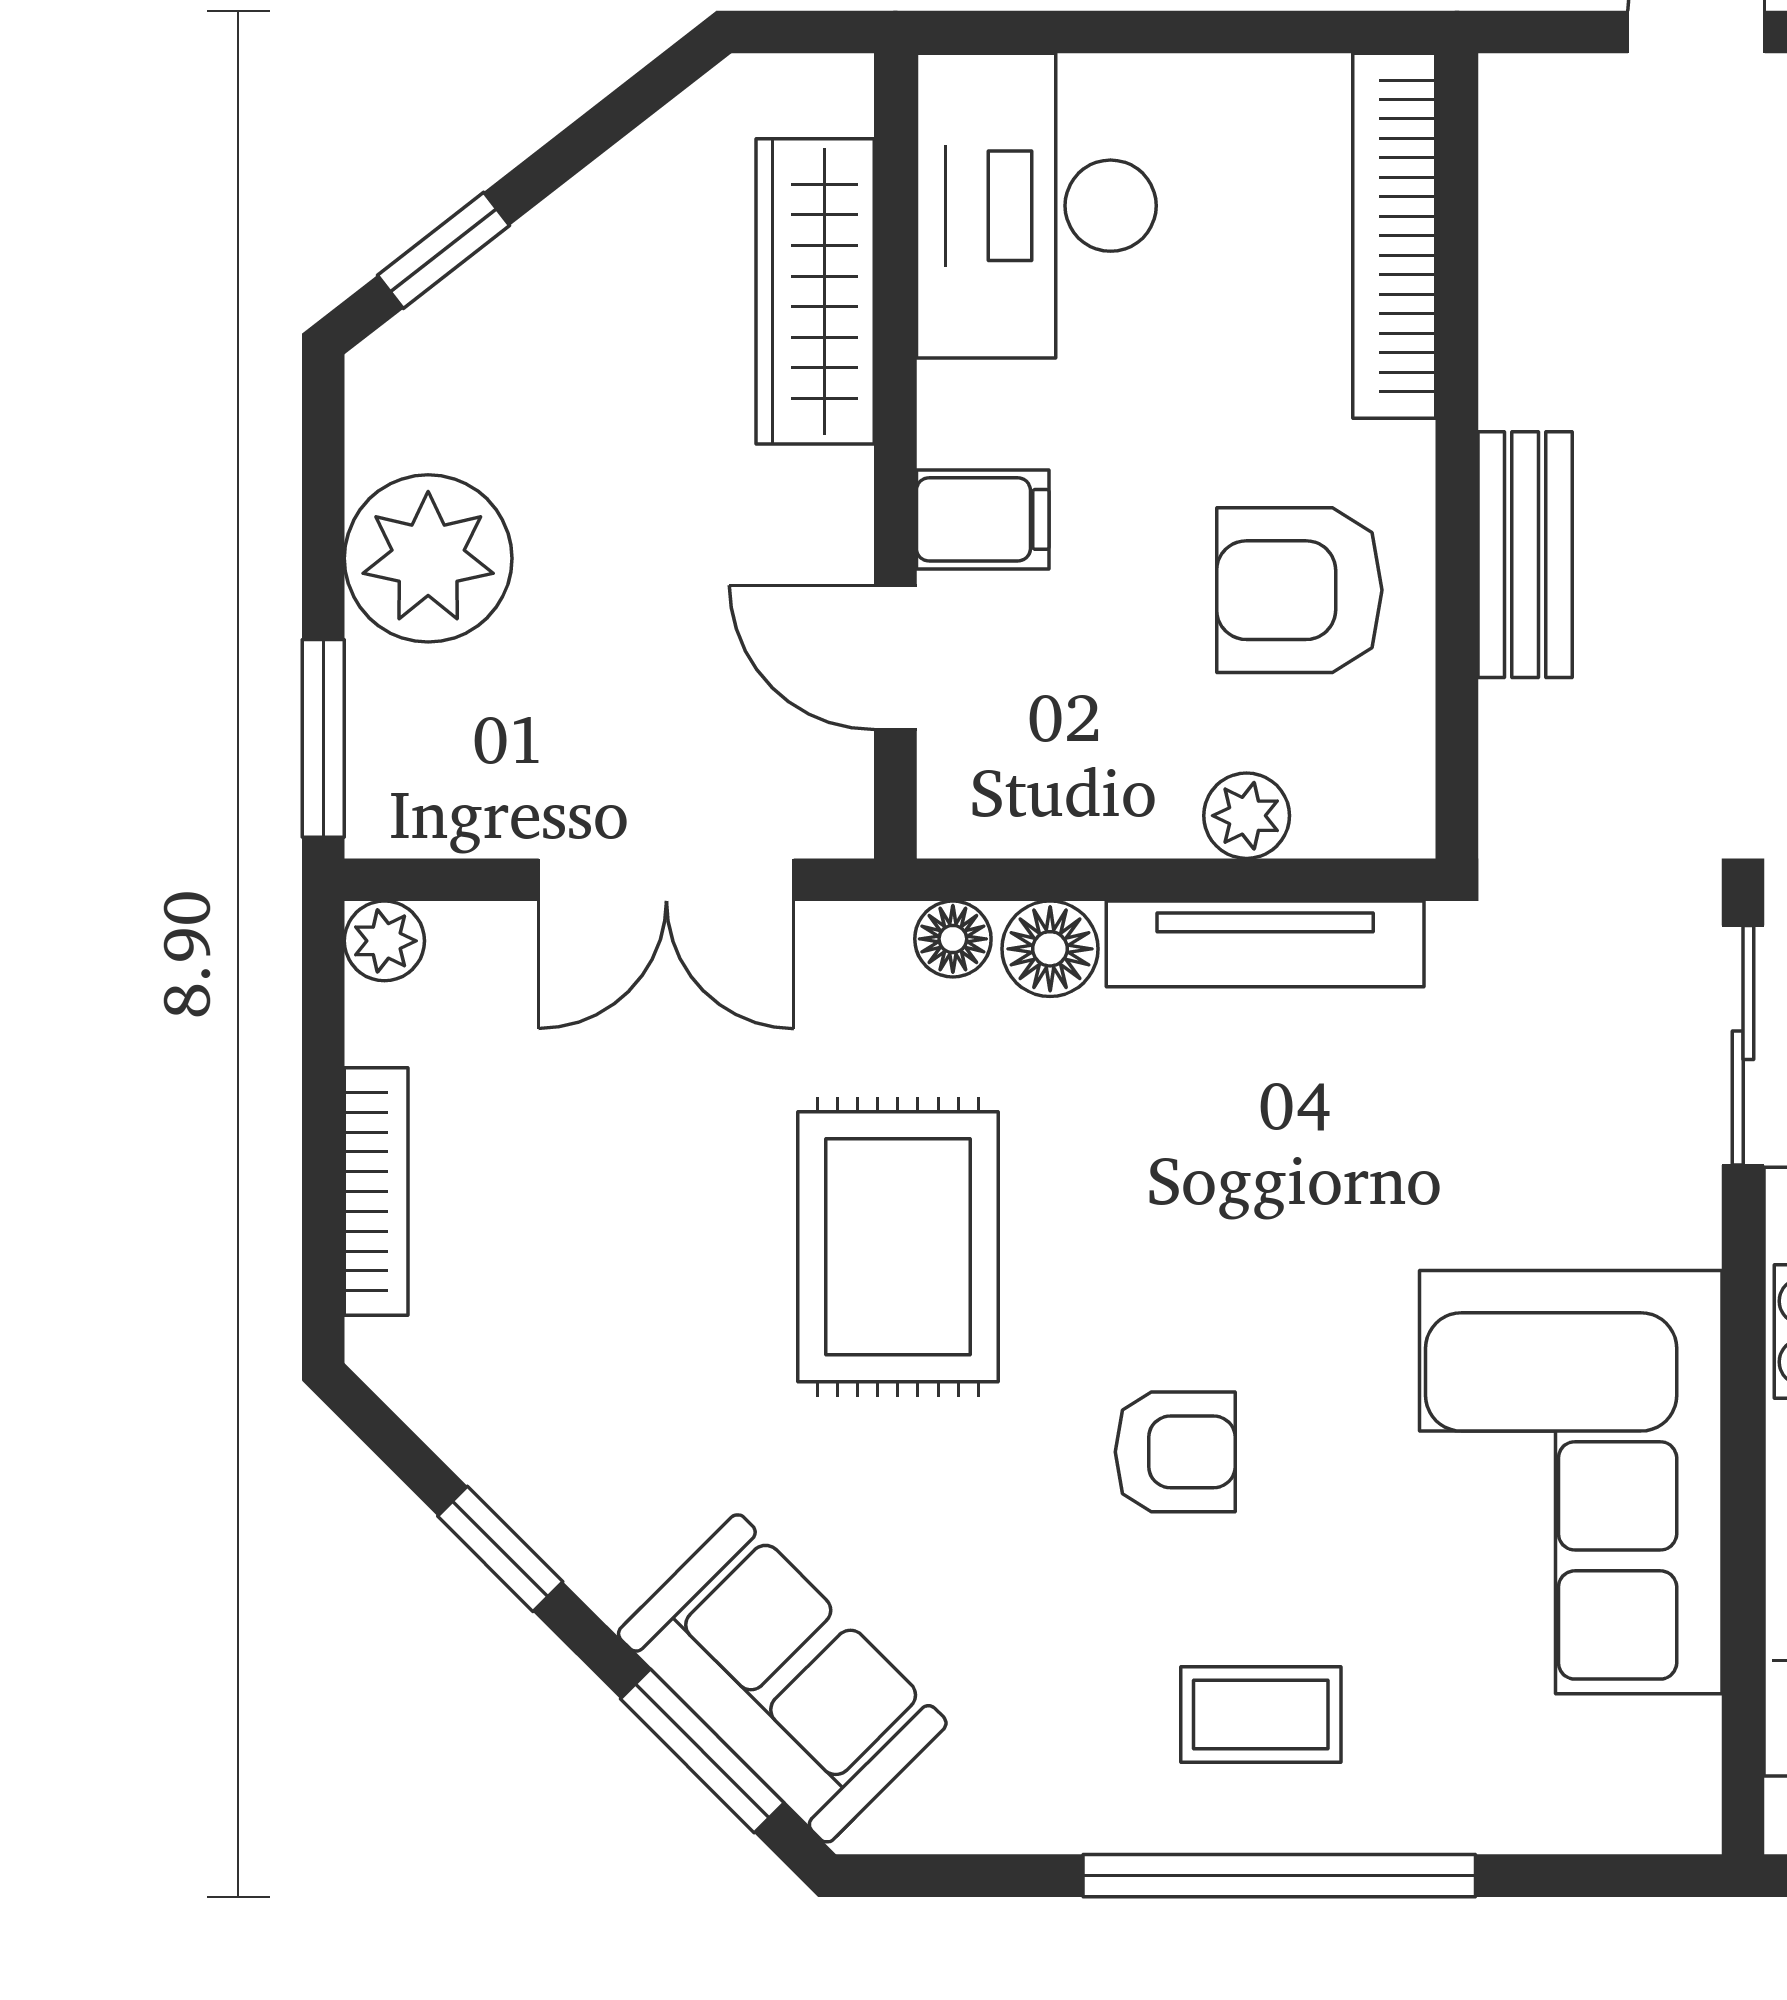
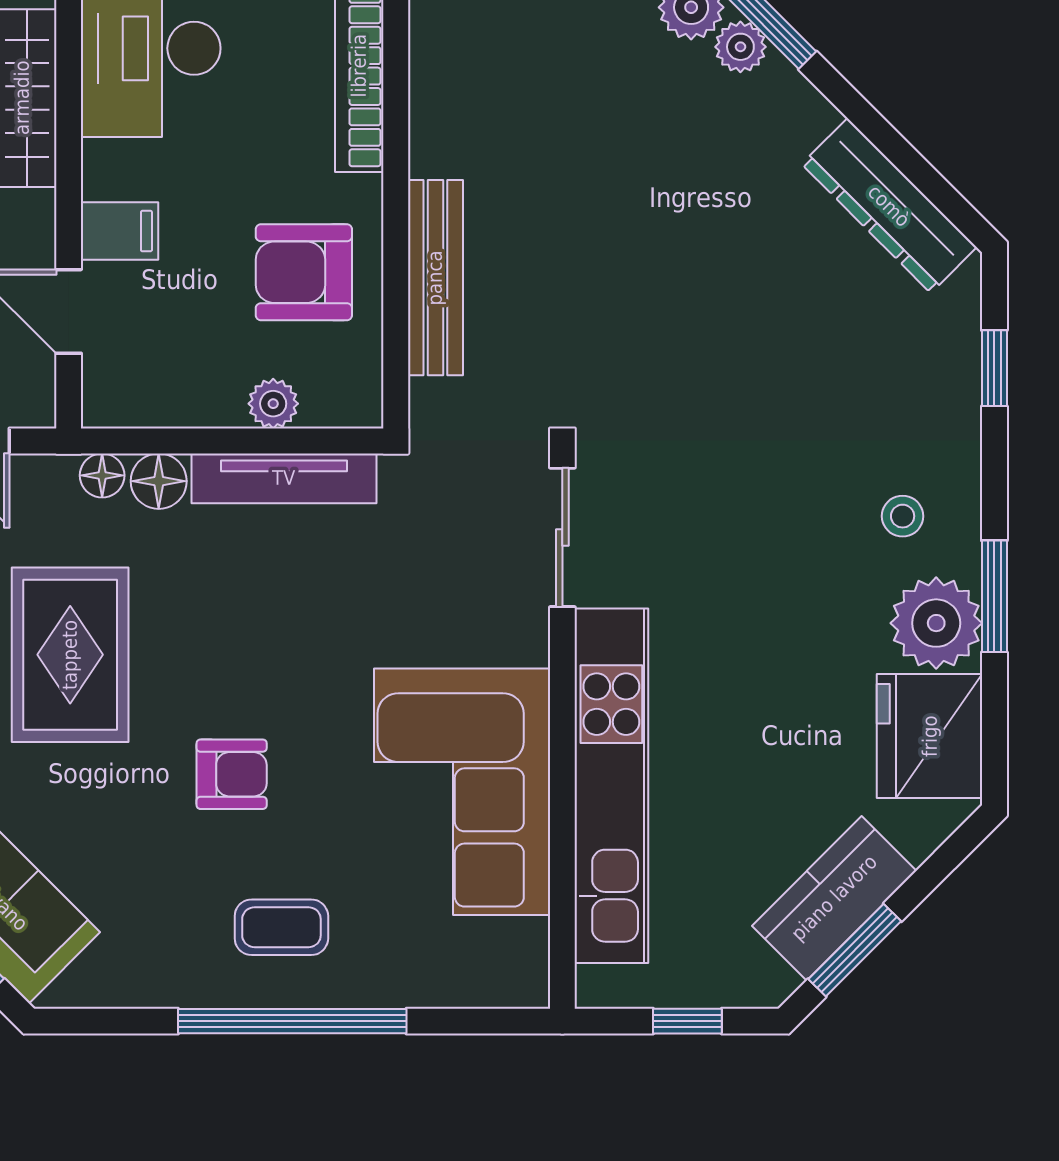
bench: (1525, 555) -> (435, 278), width x1.36

